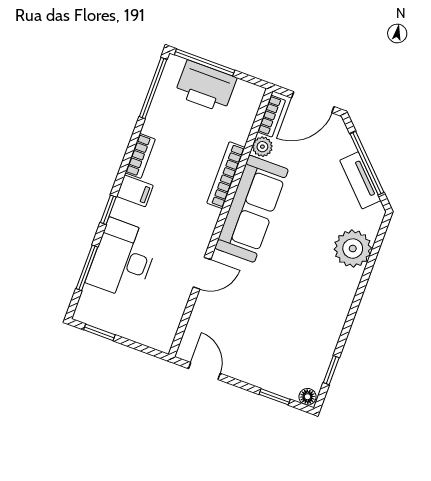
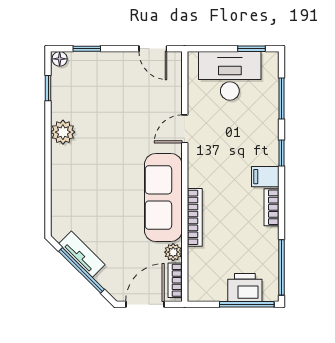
printer: (206, 86) -> (245, 288), width x0.73, depth x0.84
plant: (353, 249) -> (63, 132), moved, width x0.73, depth x0.73
desk: (123, 259) -> (230, 76), moved, turned -90

